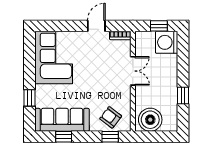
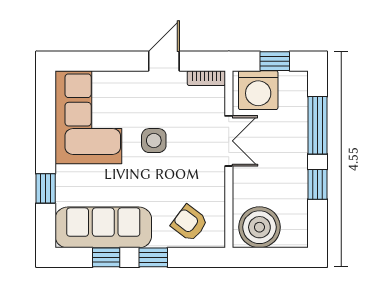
washing machine: (167, 42) -> (258, 90), moved, turned -90
window: (183, 62) -> (318, 125), added
side table: (91, 71) -> (154, 141), added
window: (110, 137) -> (153, 257), moved

